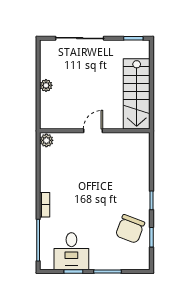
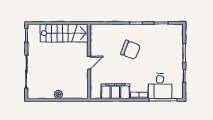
door: (93, 131) -> (89, 63), swing flipped
plant: (46, 140) -> (96, 94), removed
filing cabinet: (51, 170) -> (115, 91), added
chair: (130, 229) -> (130, 50), moved
desk: (71, 251) -> (160, 86), moved, turned 90

